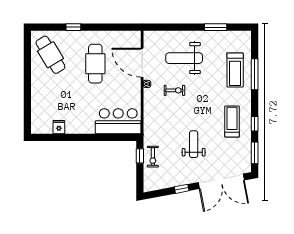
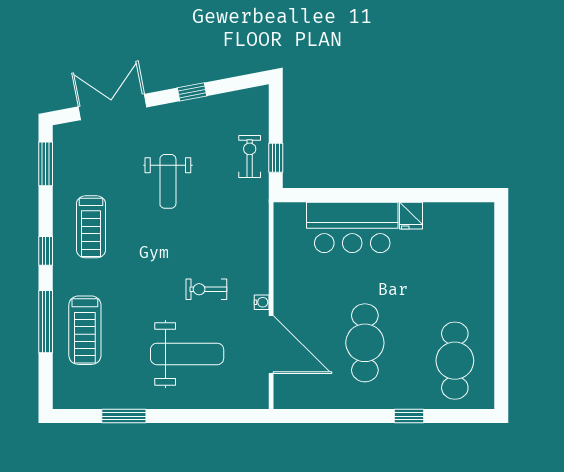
cafe table: (50, 55) -> (455, 361), turned 31
treadmill: (235, 70) -> (85, 330), turned 180
bar counter: (118, 121) -> (352, 227), moved
window: (255, 124) -> (46, 251), moved
fridge: (59, 127) -> (411, 216), moved
double door: (221, 181) -> (112, 107), width x0.73

